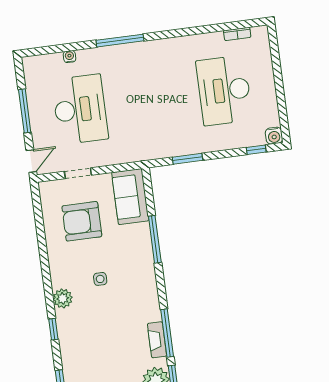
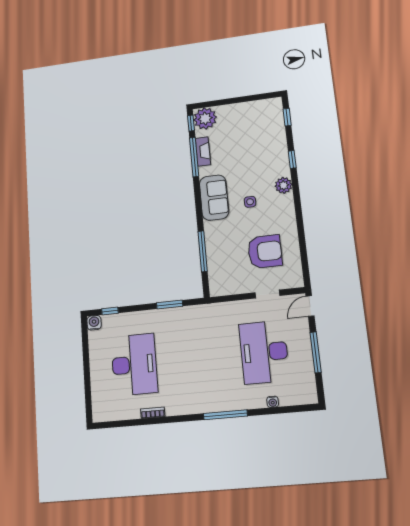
bookcase: (237, 34) -> (153, 413), moved
sofa: (130, 197) -> (214, 198), moved
window: (155, 239) -> (203, 251), moved

